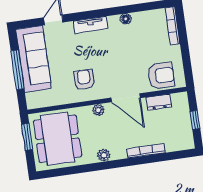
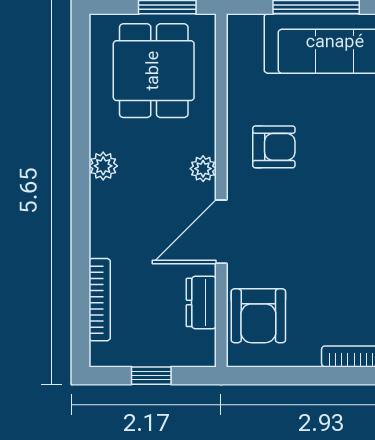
dining table: (58, 139) -> (154, 71), width x0.73
bookcase: (146, 151) -> (100, 300), moved

